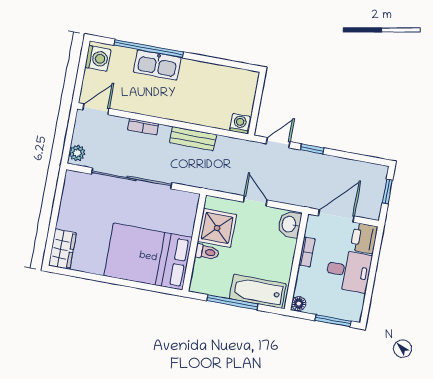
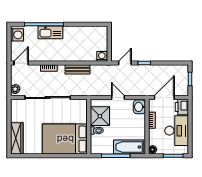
wardrobe: (62, 249) -> (17, 138), width x1.50
desk: (349, 271) -> (177, 131), width x1.37

